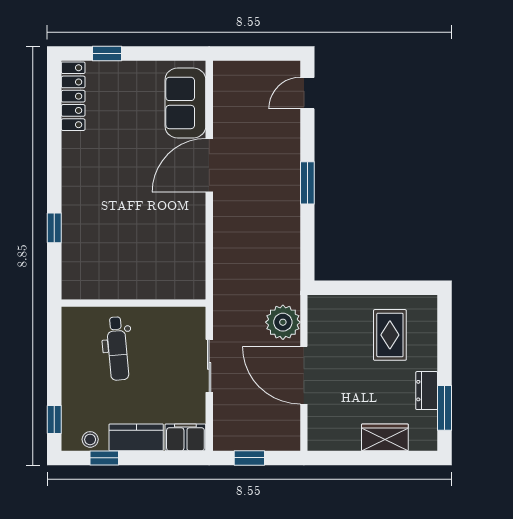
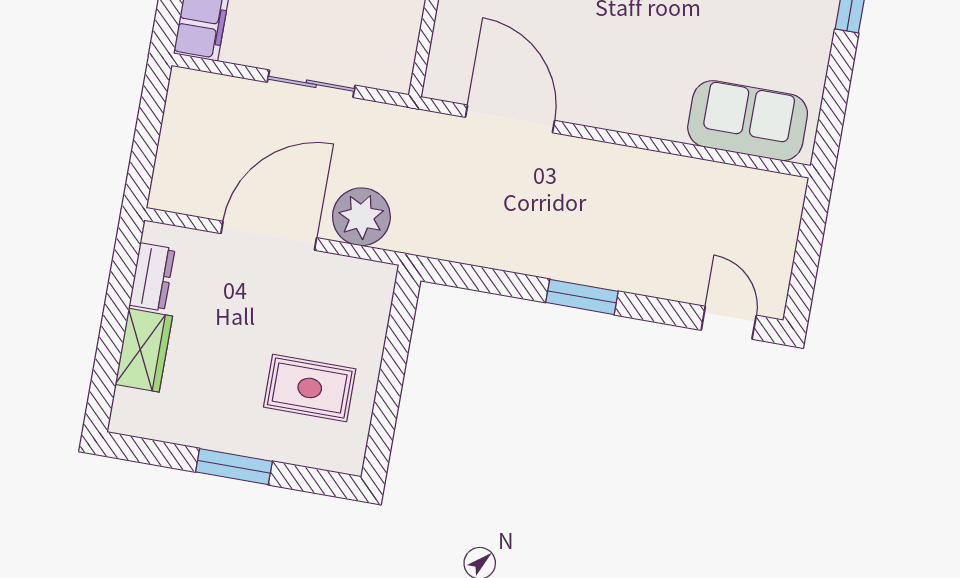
door: (209, 165) -> (510, 119), moved
dresser: (427, 391) -> (152, 277), moved, turned 90
window: (445, 408) -> (234, 467), moved
window: (249, 458) -> (149, 123), removed

